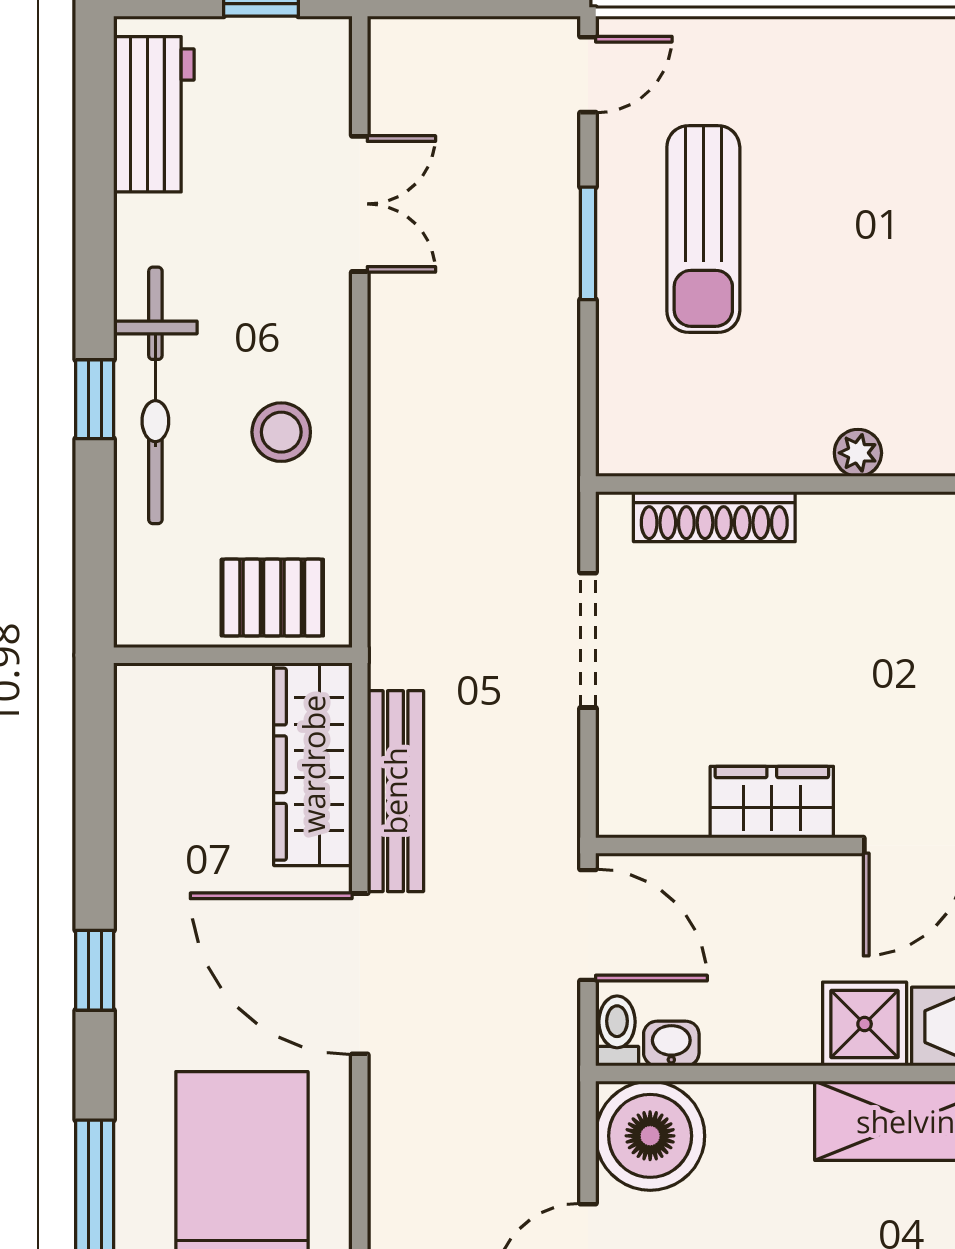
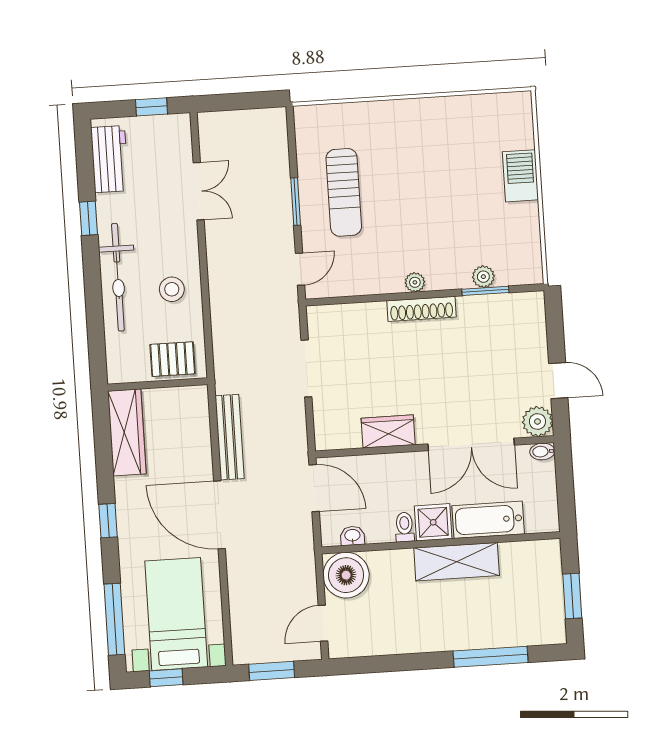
door: (588, 75) -> (300, 269), moved
window: (95, 399) -> (88, 218), moved
shoe rack: (714, 517) -> (421, 309), moved
wardrobe: (313, 764) -> (127, 432), moved, turned 180
toilet: (617, 1031) -> (405, 527), moved

